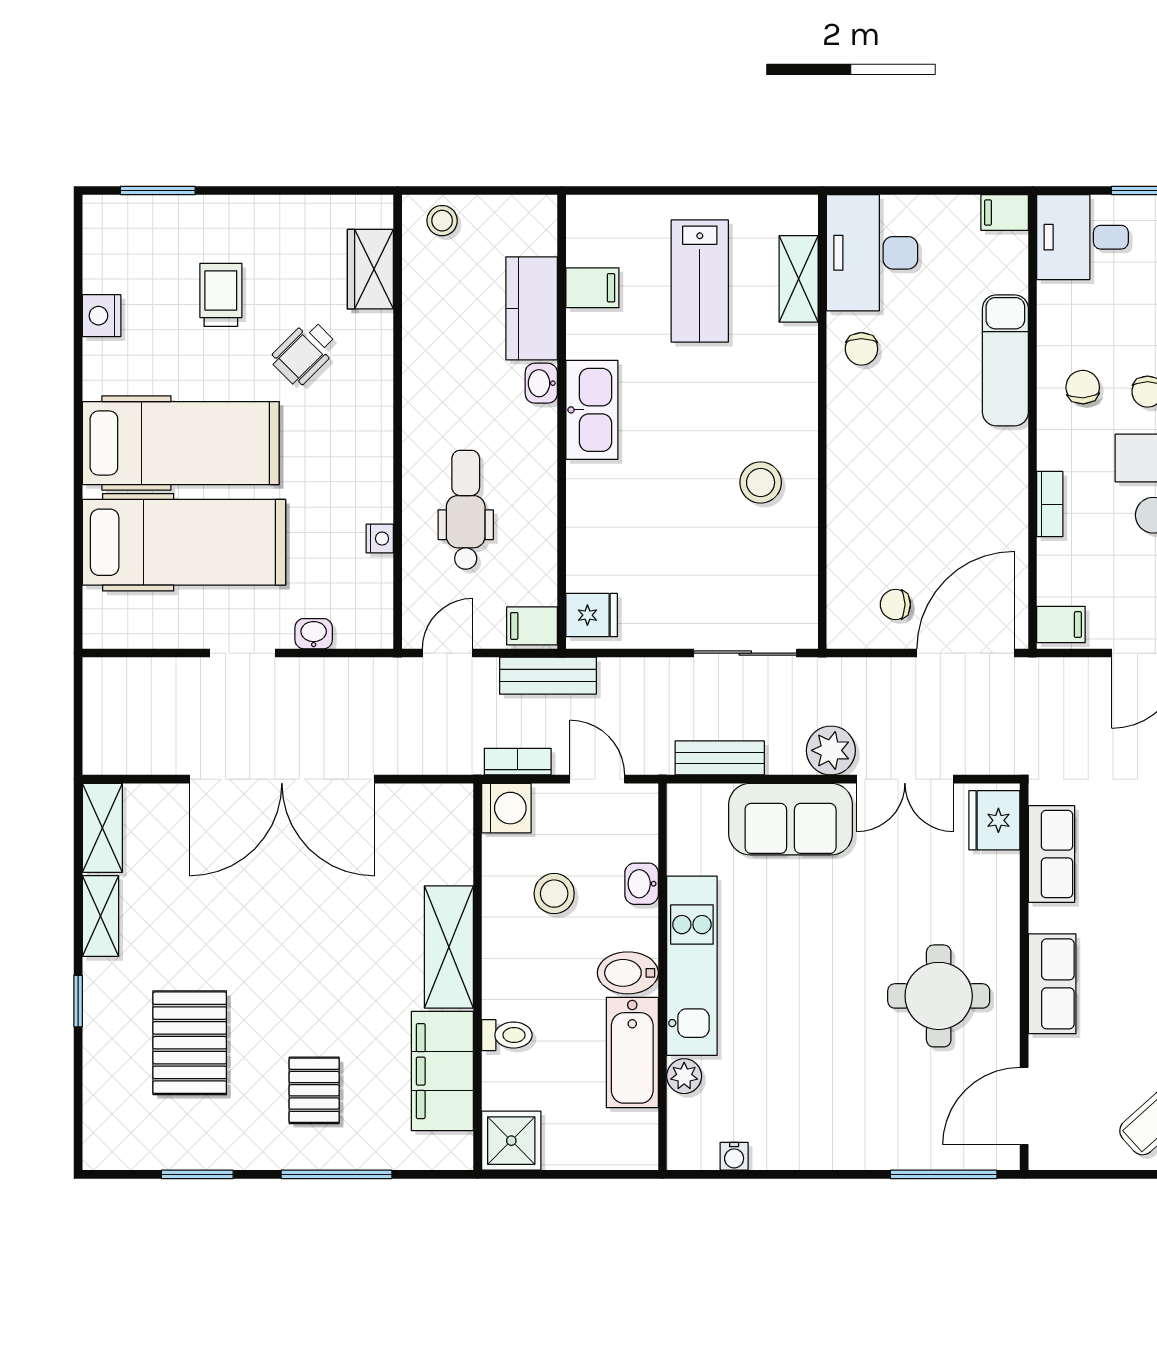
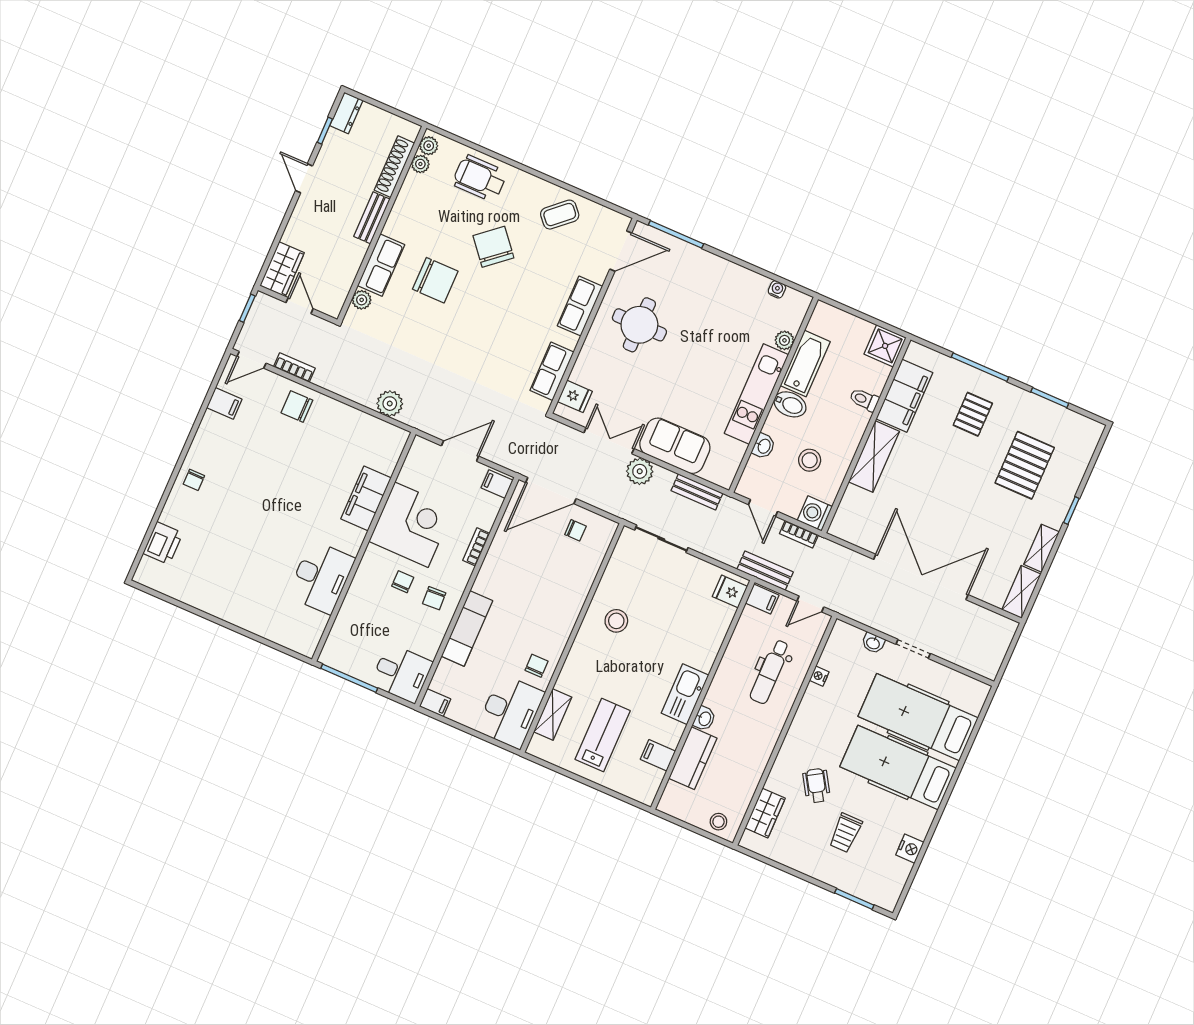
wheelchair: (304, 353) -> (817, 786), turned -77
fridge: (994, 820) -> (575, 396), width x0.72

